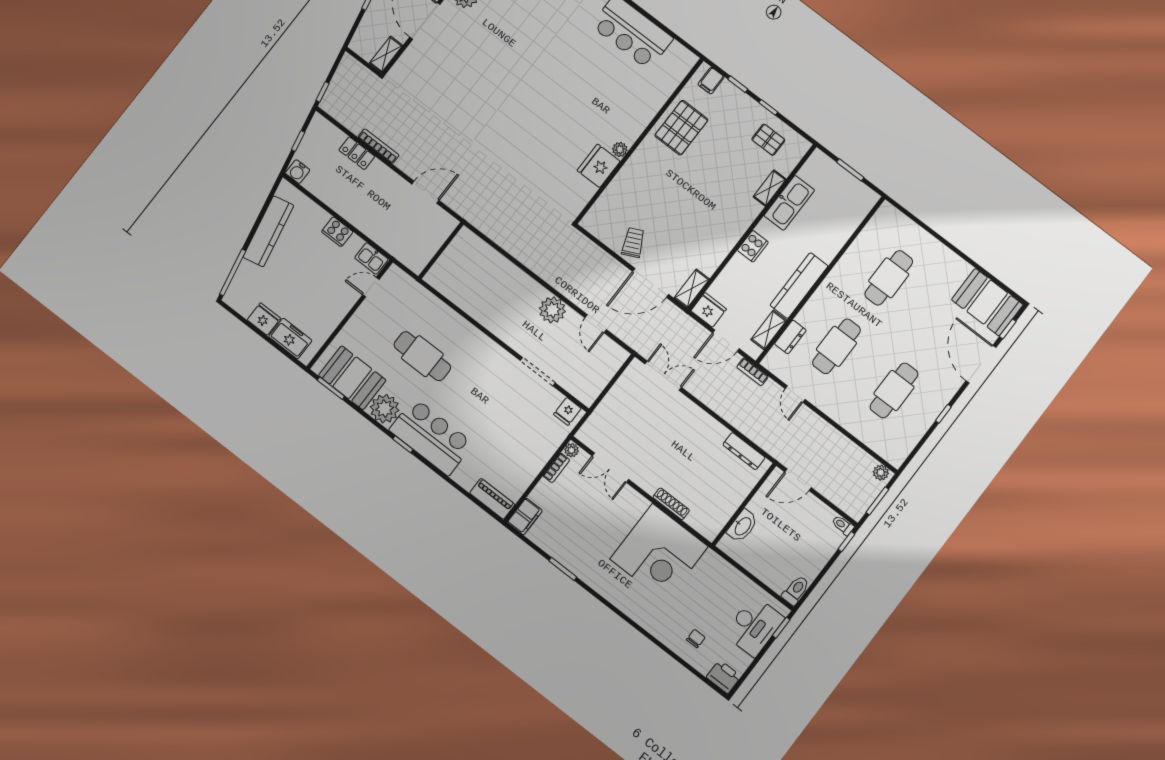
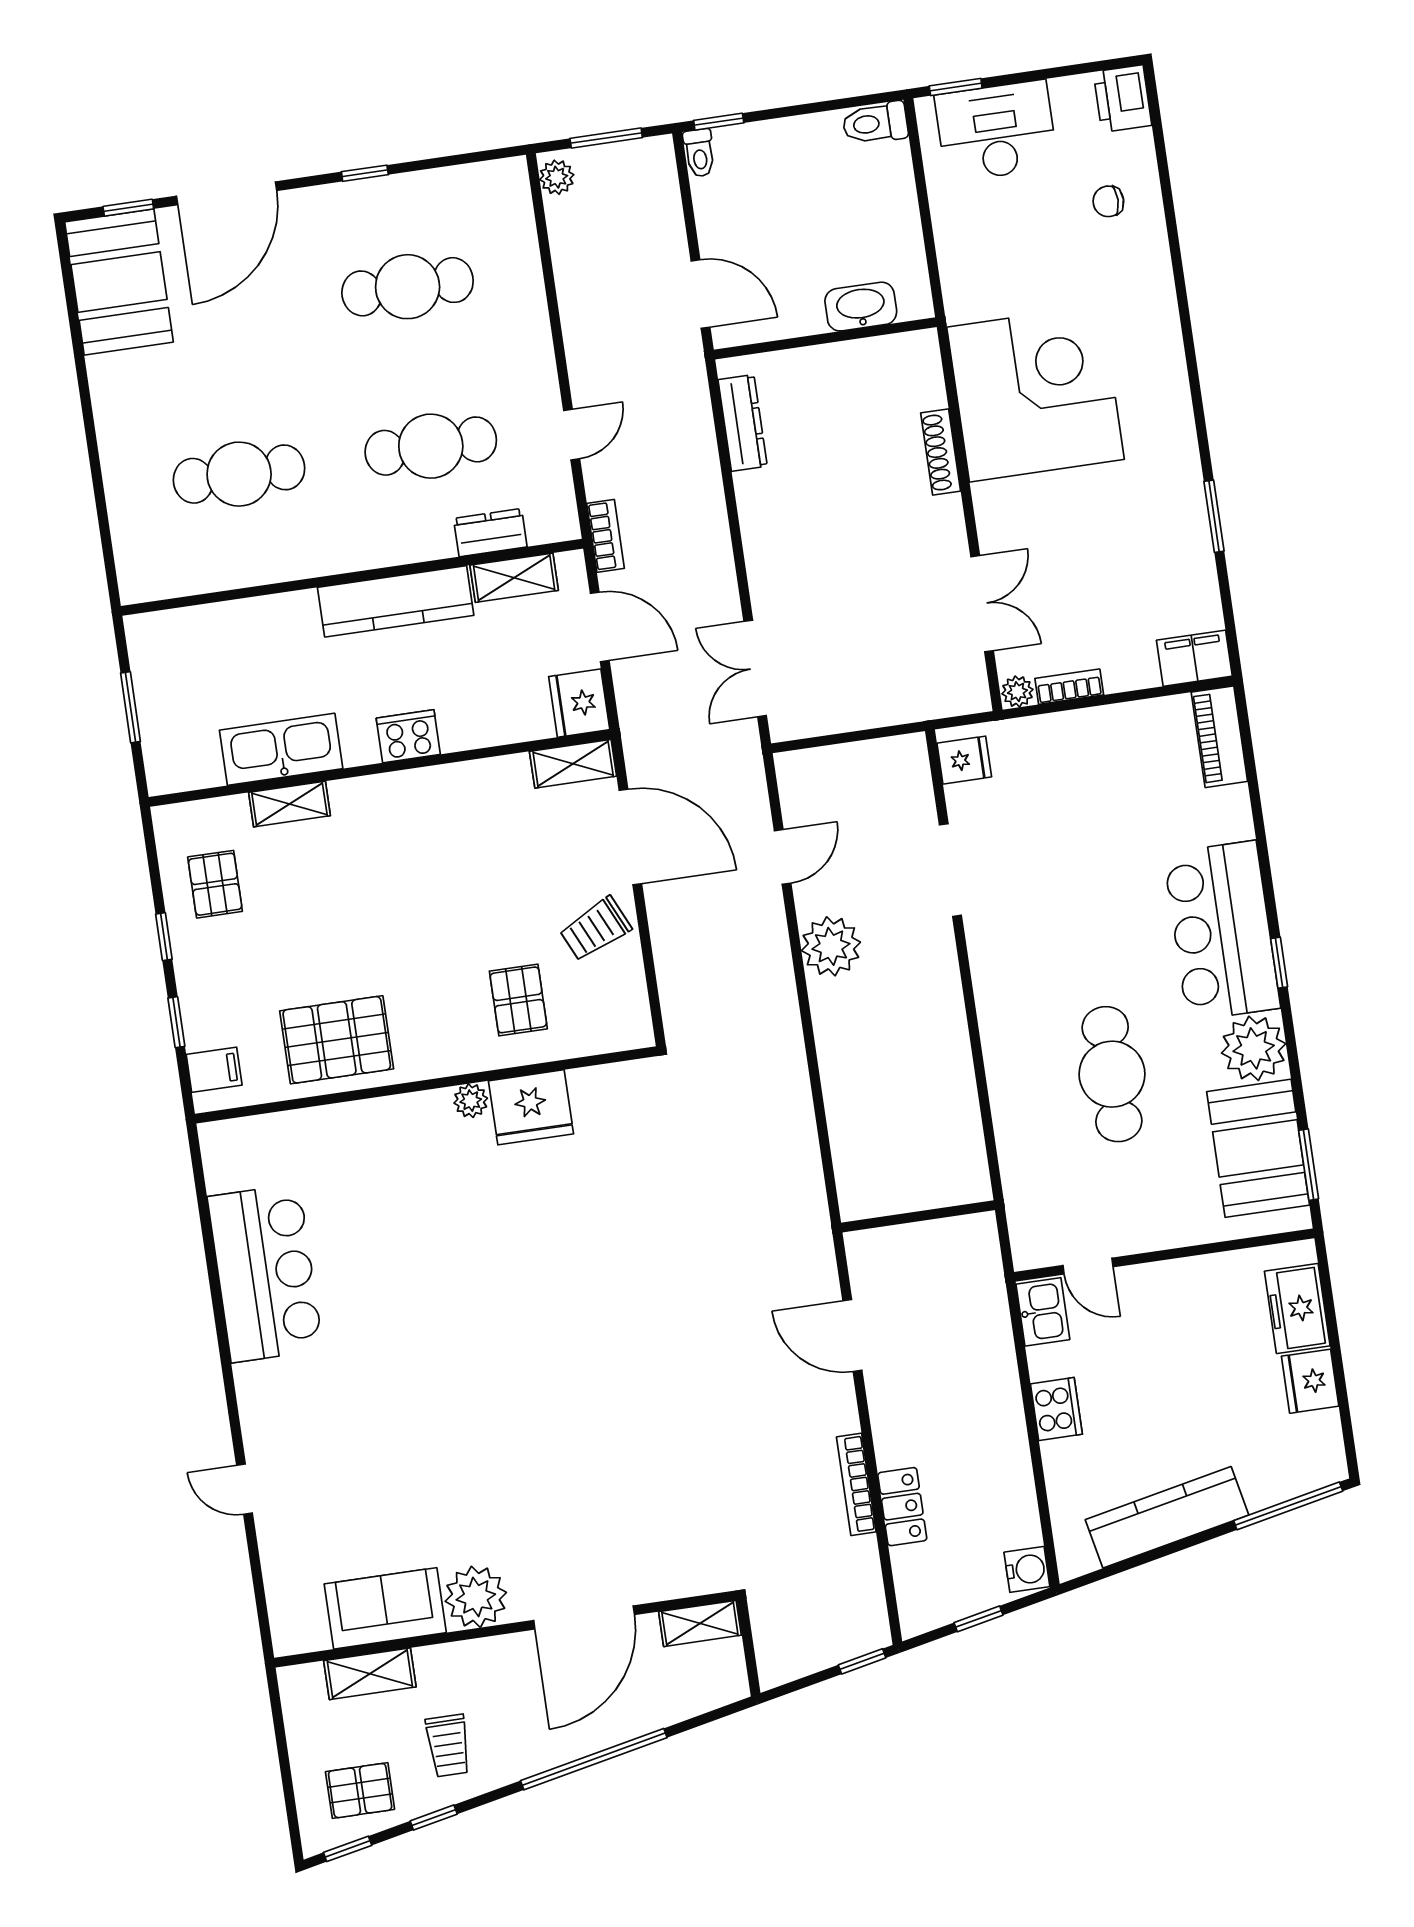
pallet: (636, 196) -> (518, 1000), added

